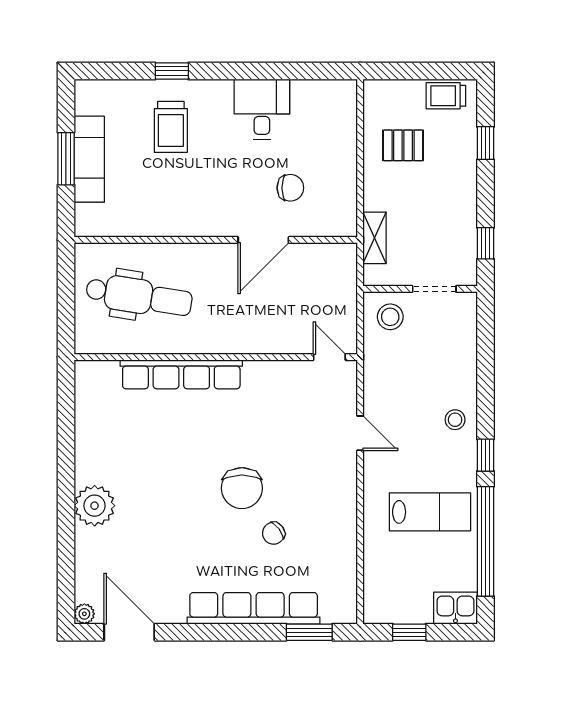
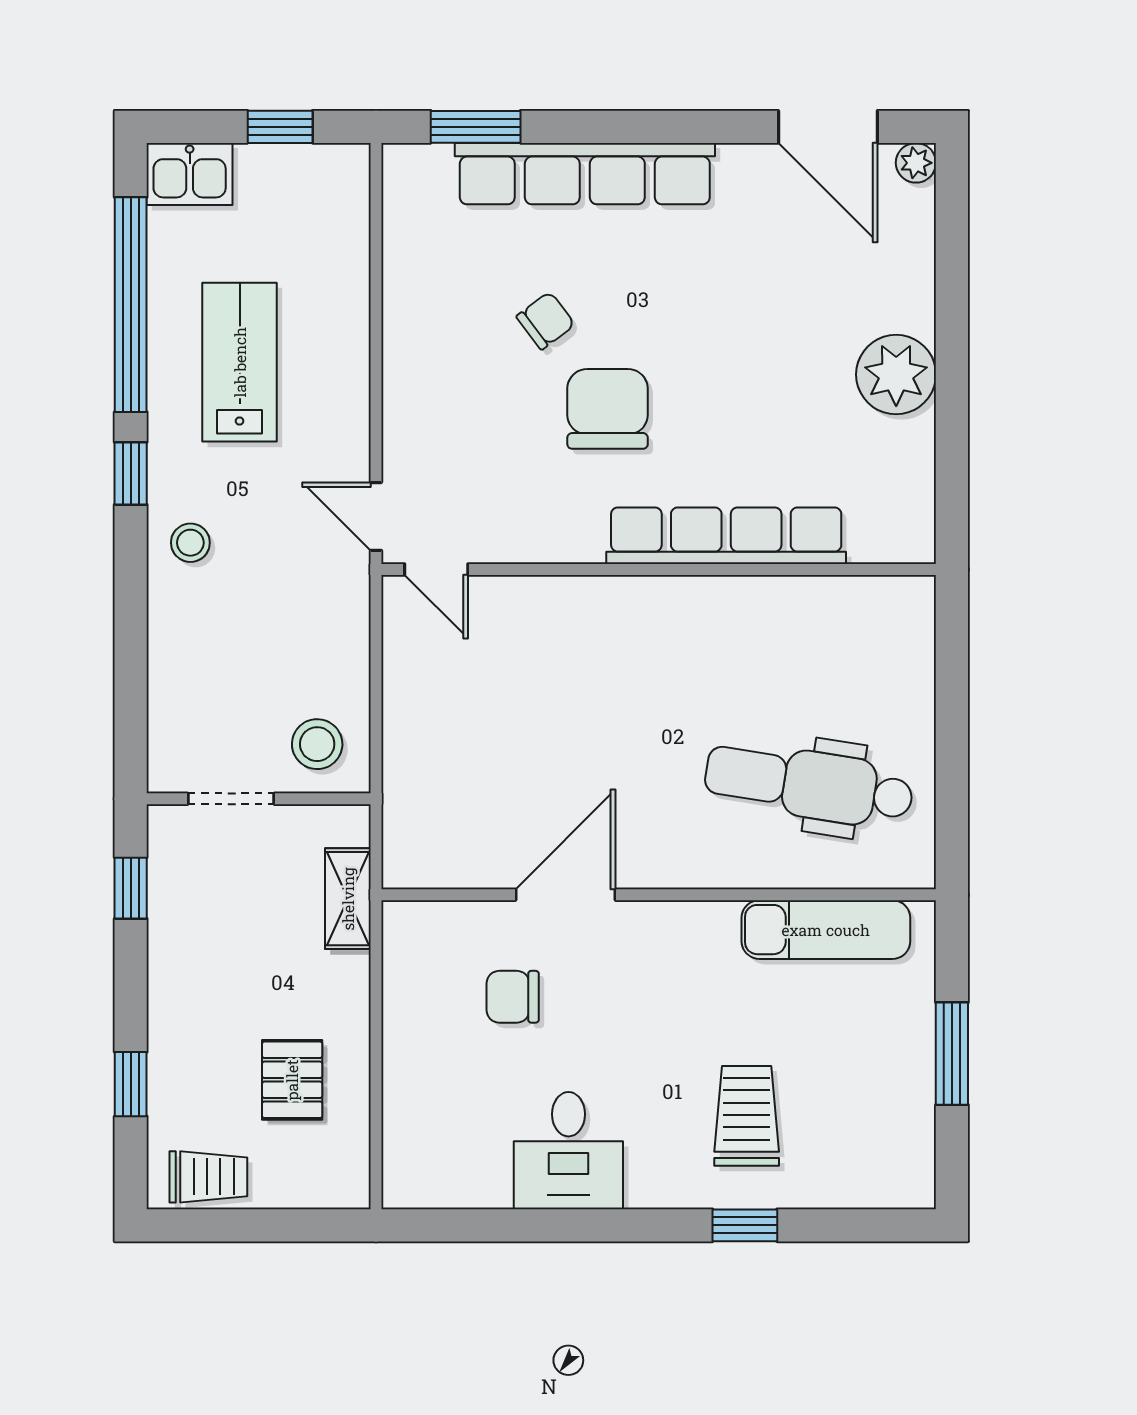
pallet: (403, 145) -> (292, 1080), turned 90
exam couch: (89, 159) -> (826, 930), moved, turned -90
wall: (216, 357) -> (659, 569), moved
door: (329, 357) -> (436, 569), moved
row of seats: (181, 374) -> (726, 536), moved
lab bench: (430, 512) -> (240, 362), turned 90

